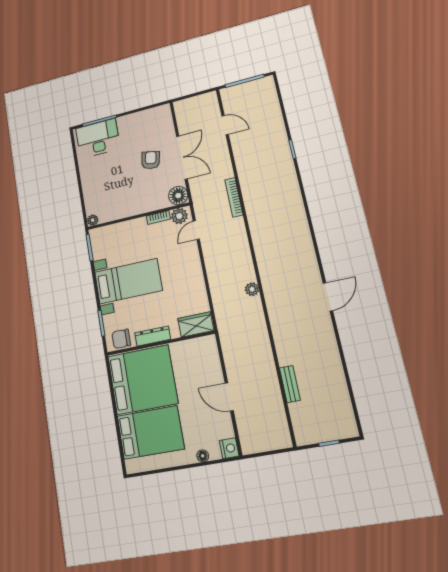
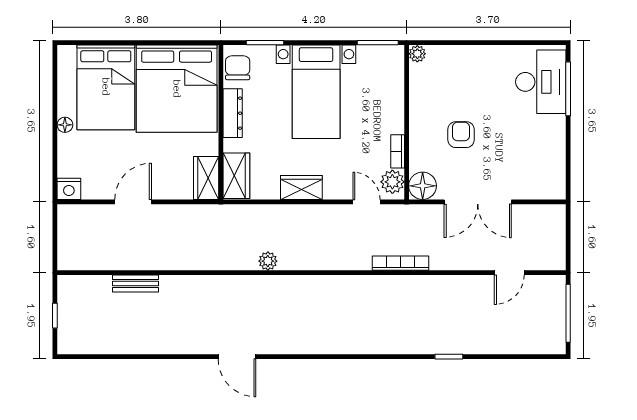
armchair: (151, 160) -> (461, 135), moved, turned -101
wardrobe: (195, 277) -> (301, 188), added
wardrobe: (201, 346) -> (206, 178), added
floor lamp: (203, 456) -> (65, 125), moved

